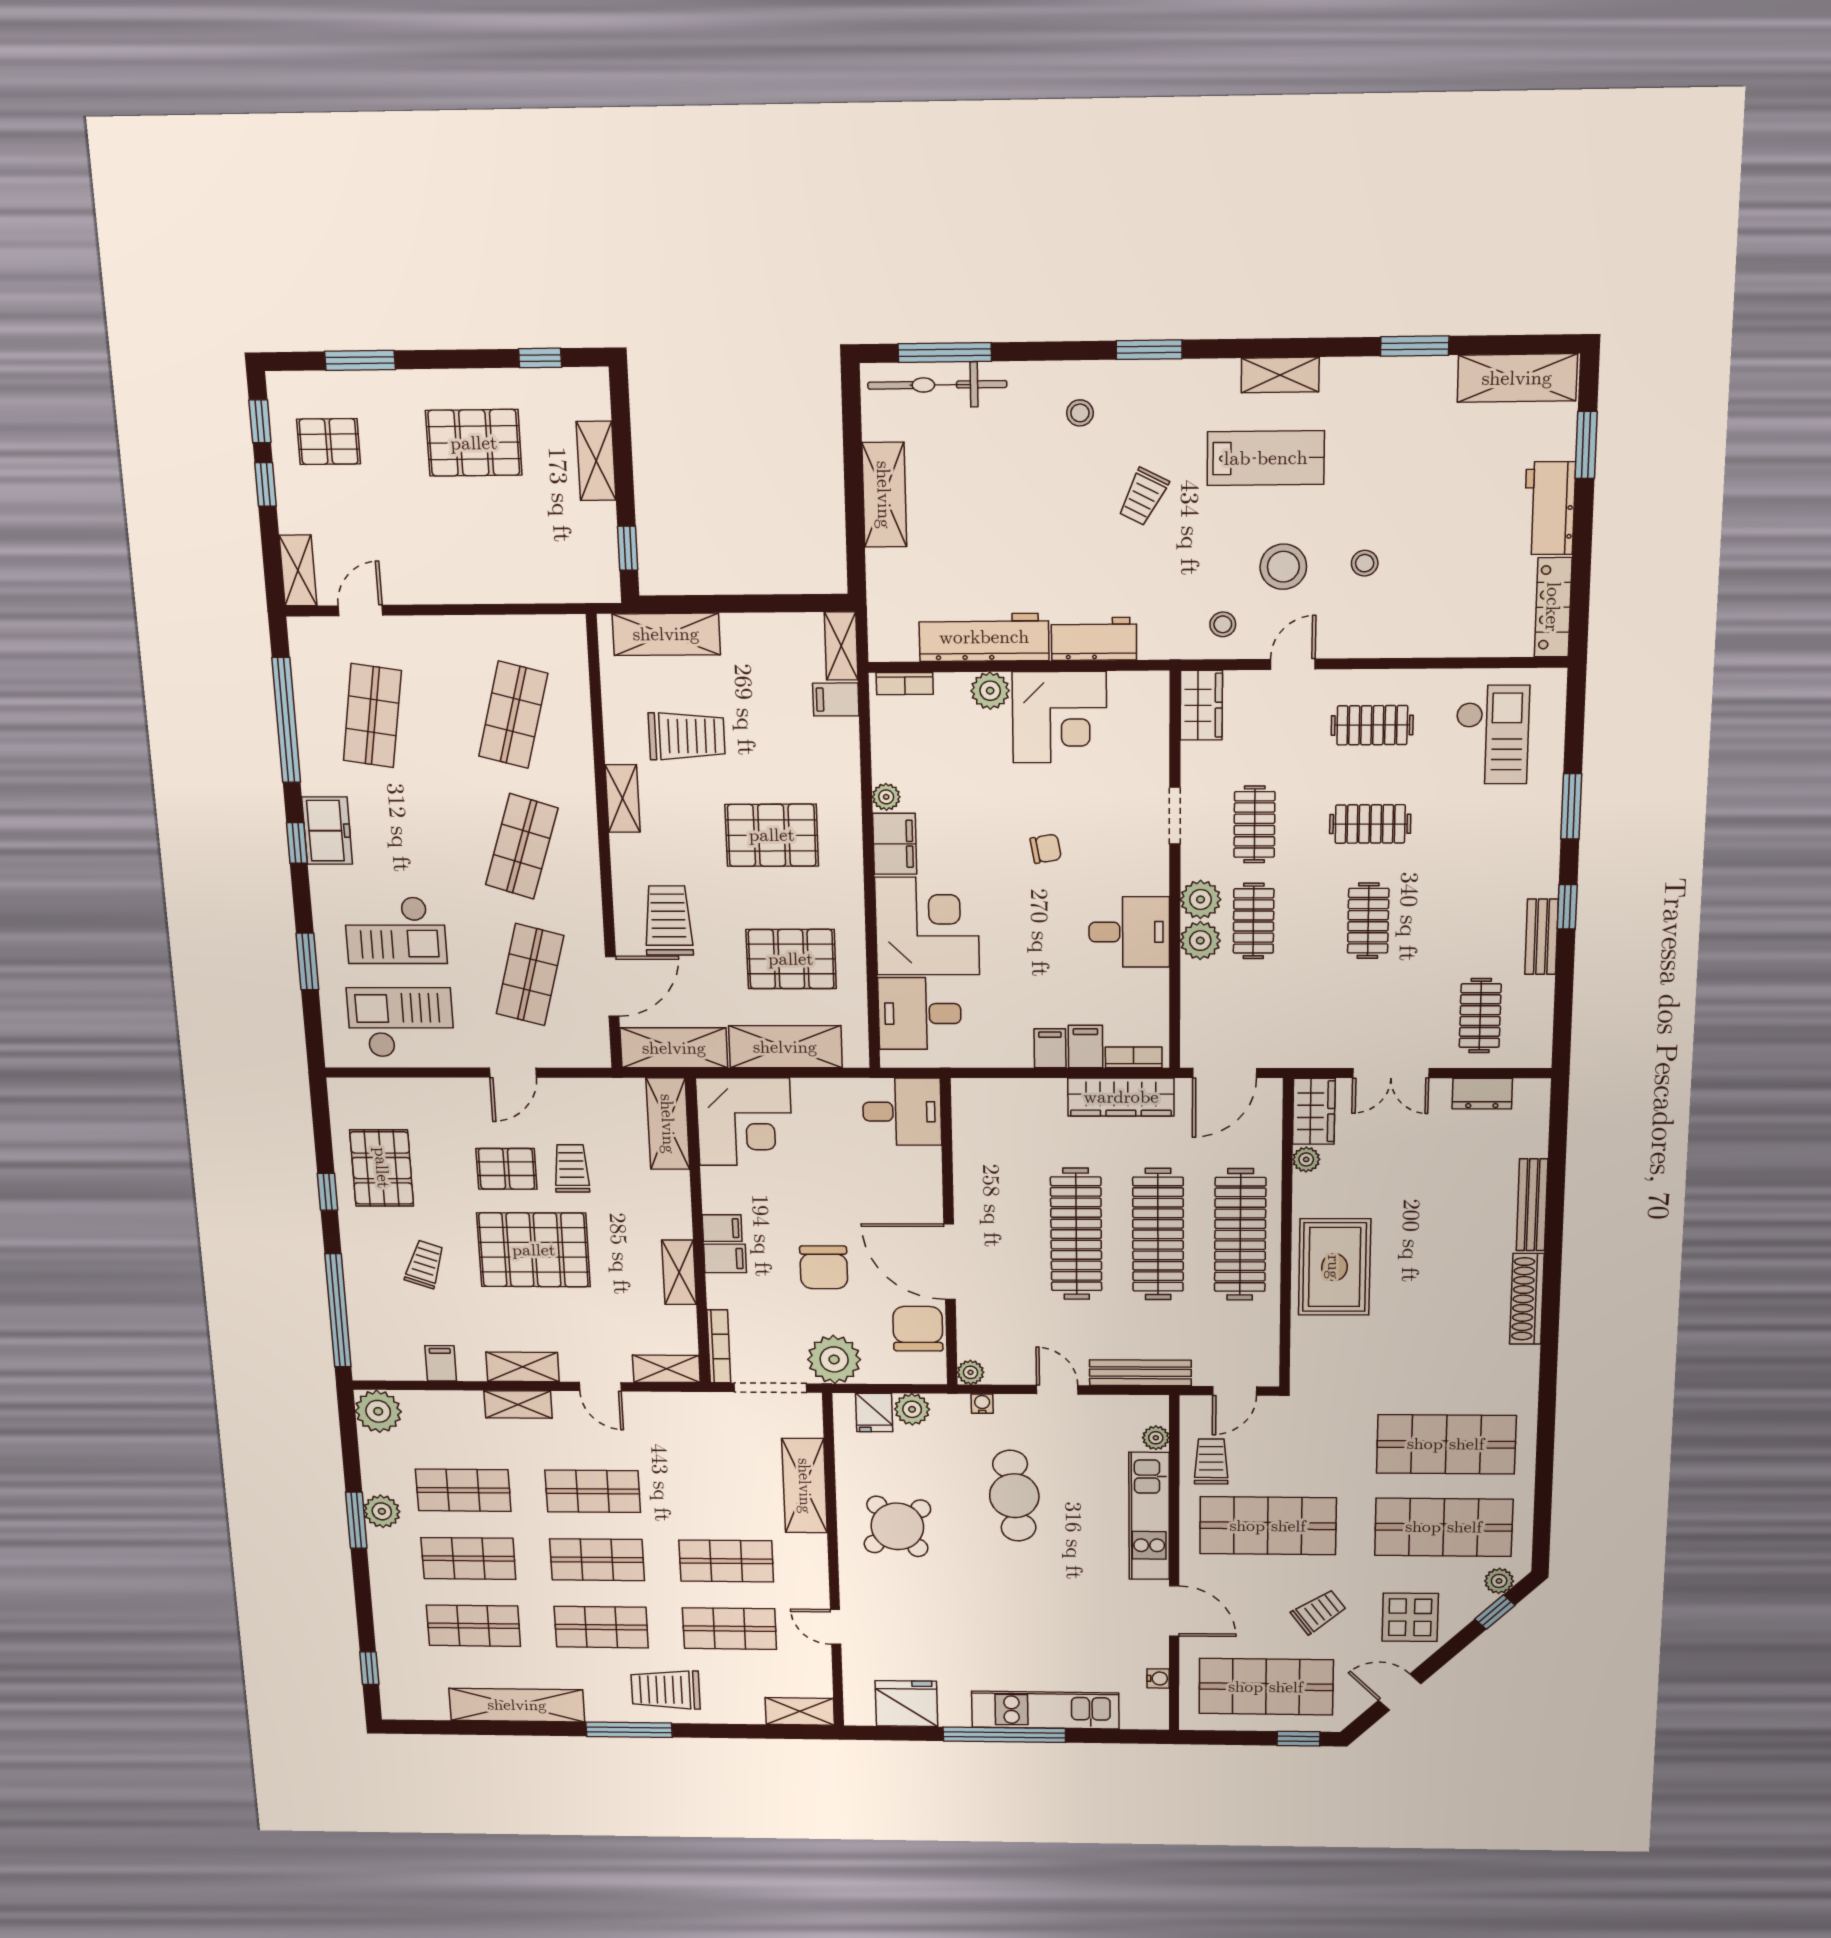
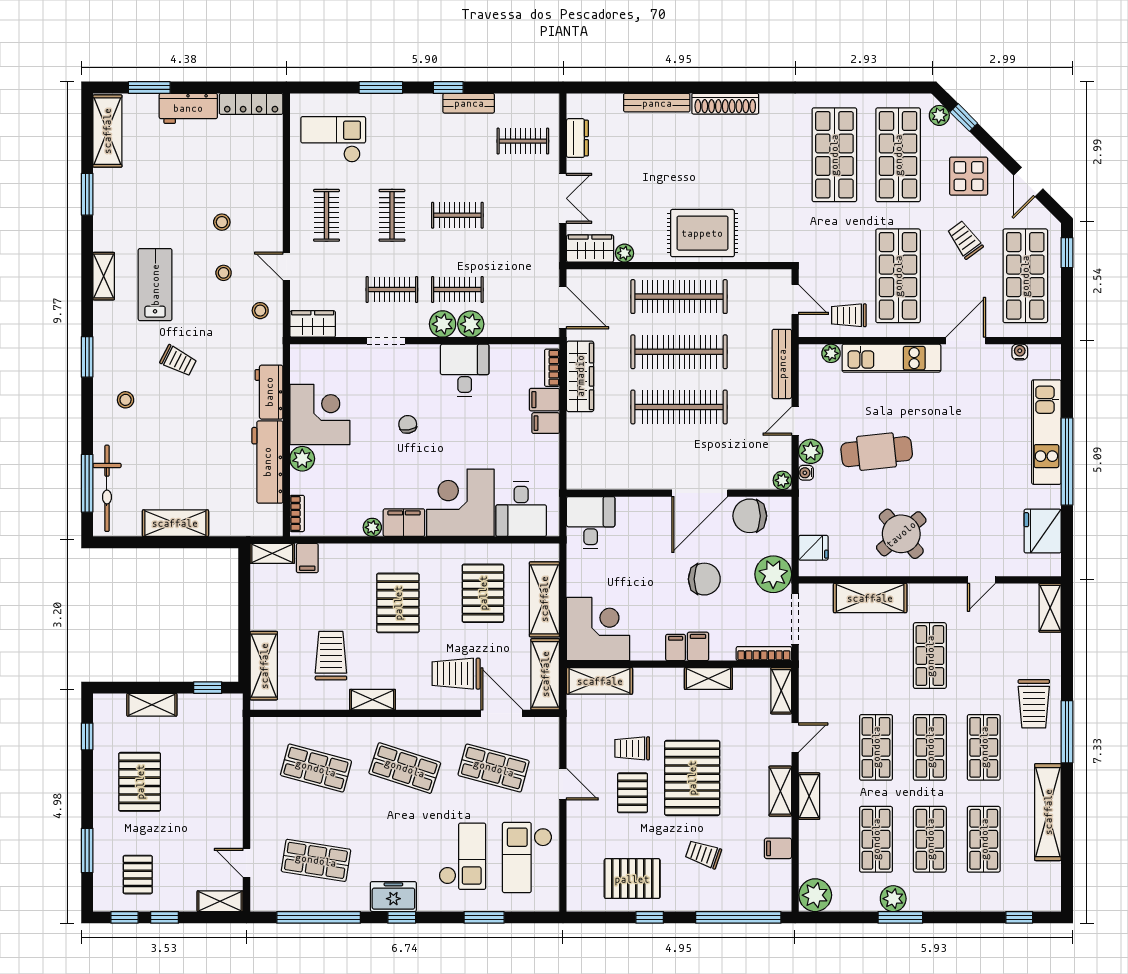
stool: (1283, 567) -> (224, 273), width x0.53, depth x0.53
plant: (912, 1409) -> (811, 451), moved
shop shelf: (729, 1629) -> (984, 656), removed

